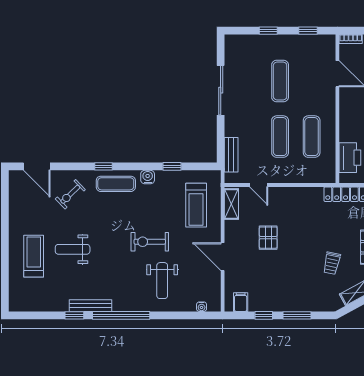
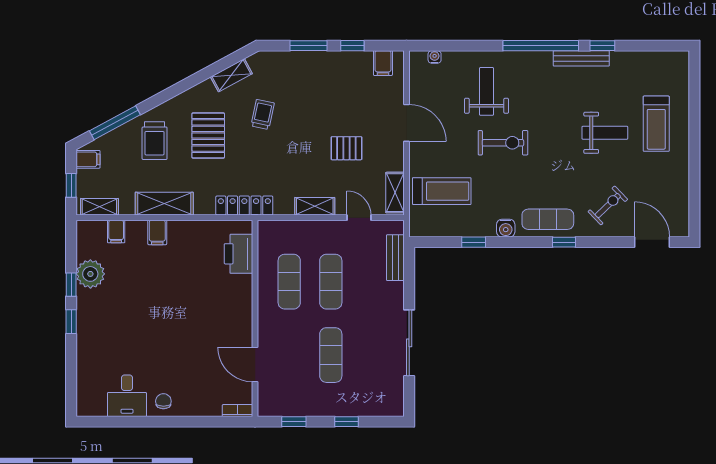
shelving: (292, 194) -> (315, 206), added
treadmill: (196, 205) -> (442, 191), turned 90
pallet: (268, 238) -> (346, 148), turned 90

